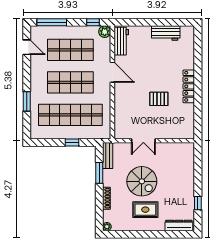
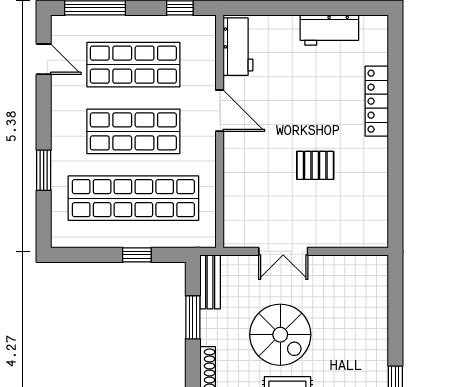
plant: (105, 32) -> (204, 27), removed
locker: (189, 86) -> (377, 101), moved

